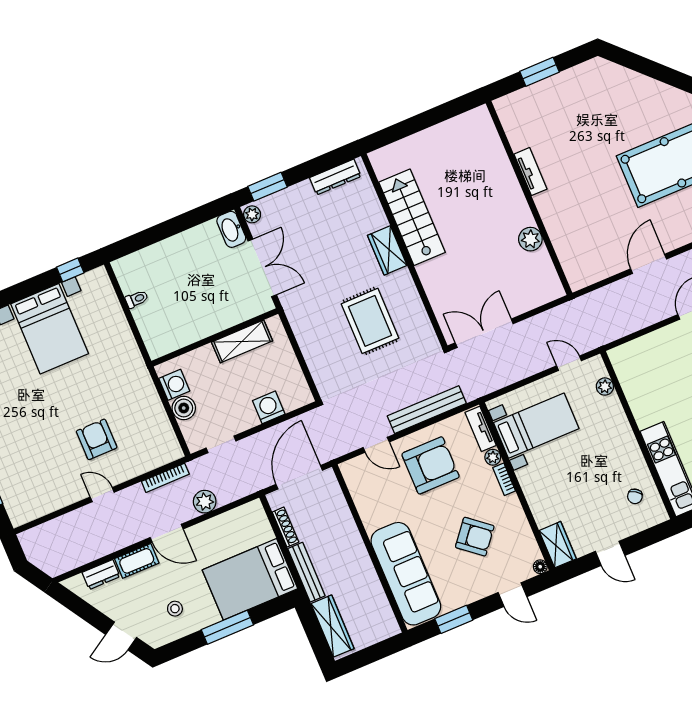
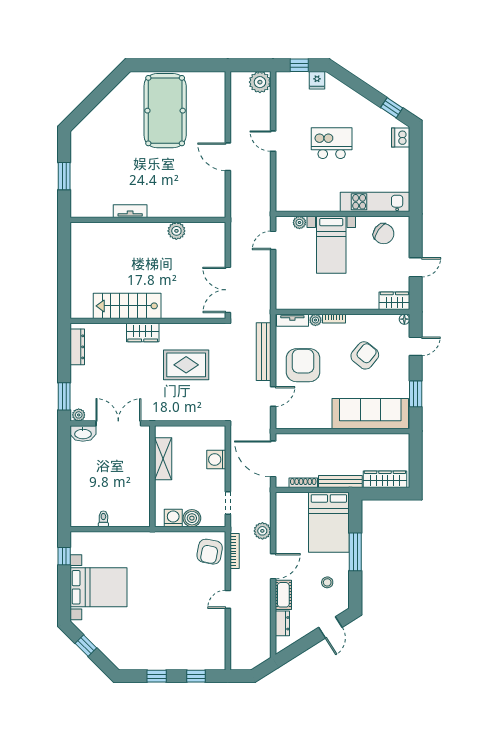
bed with nightstands: (536, 426) -> (331, 245), moved, turned 180
armchair: (97, 439) -> (210, 552), moved, turned -79
chair: (635, 496) -> (384, 234), width x1.87, depth x1.87

